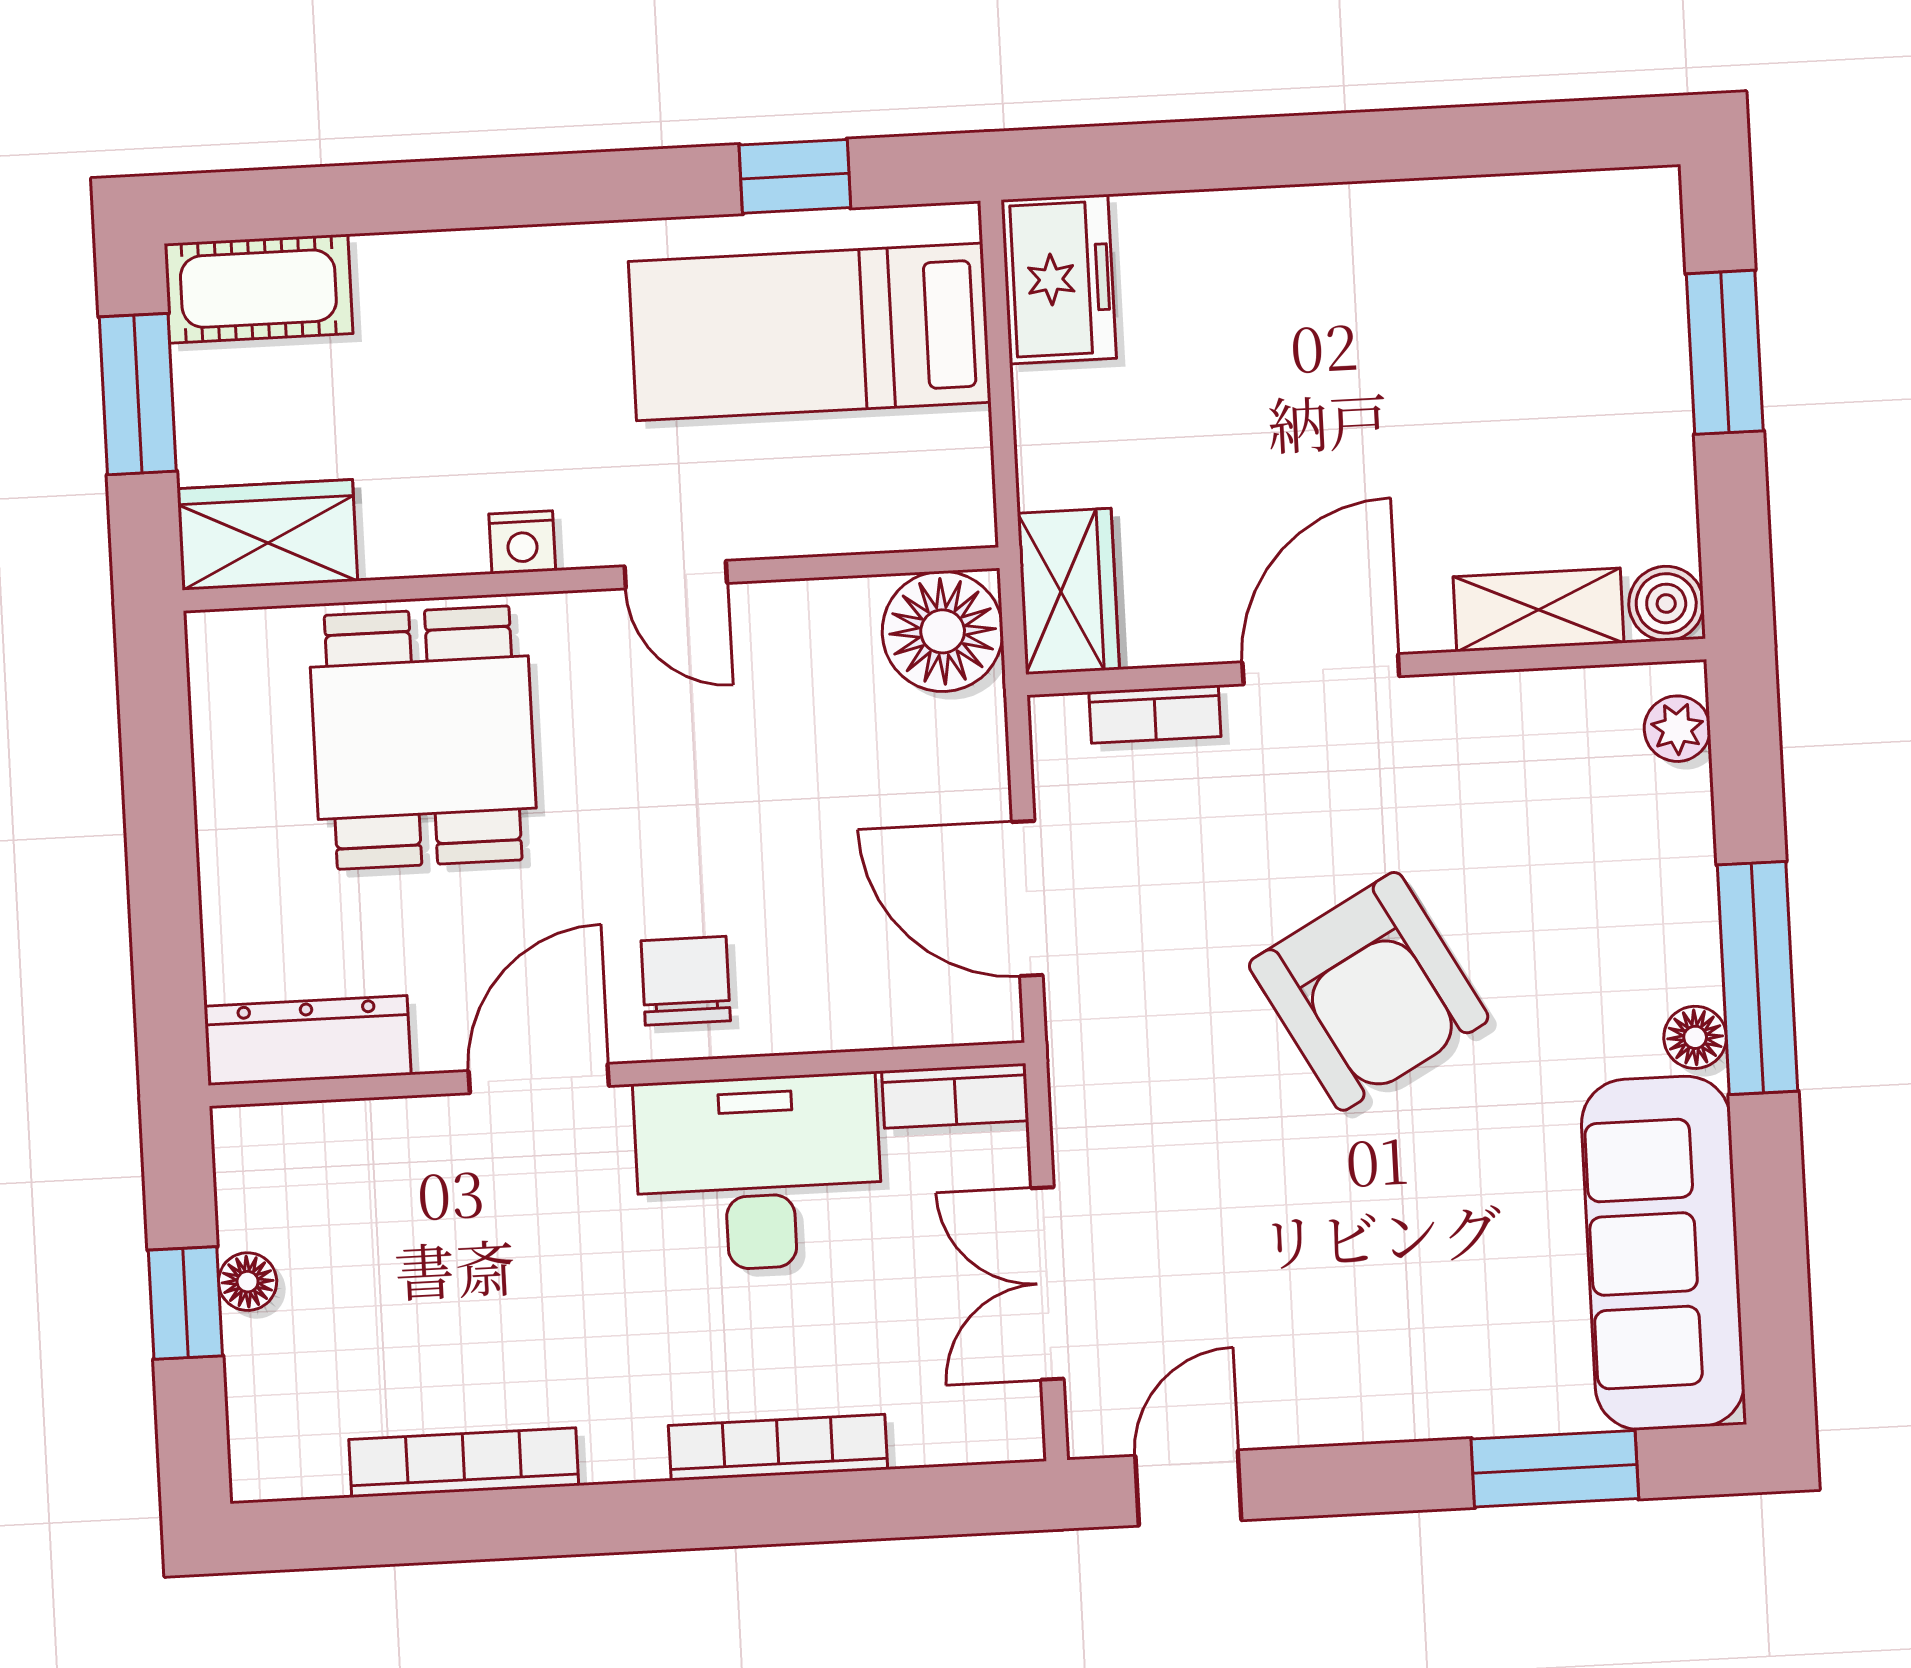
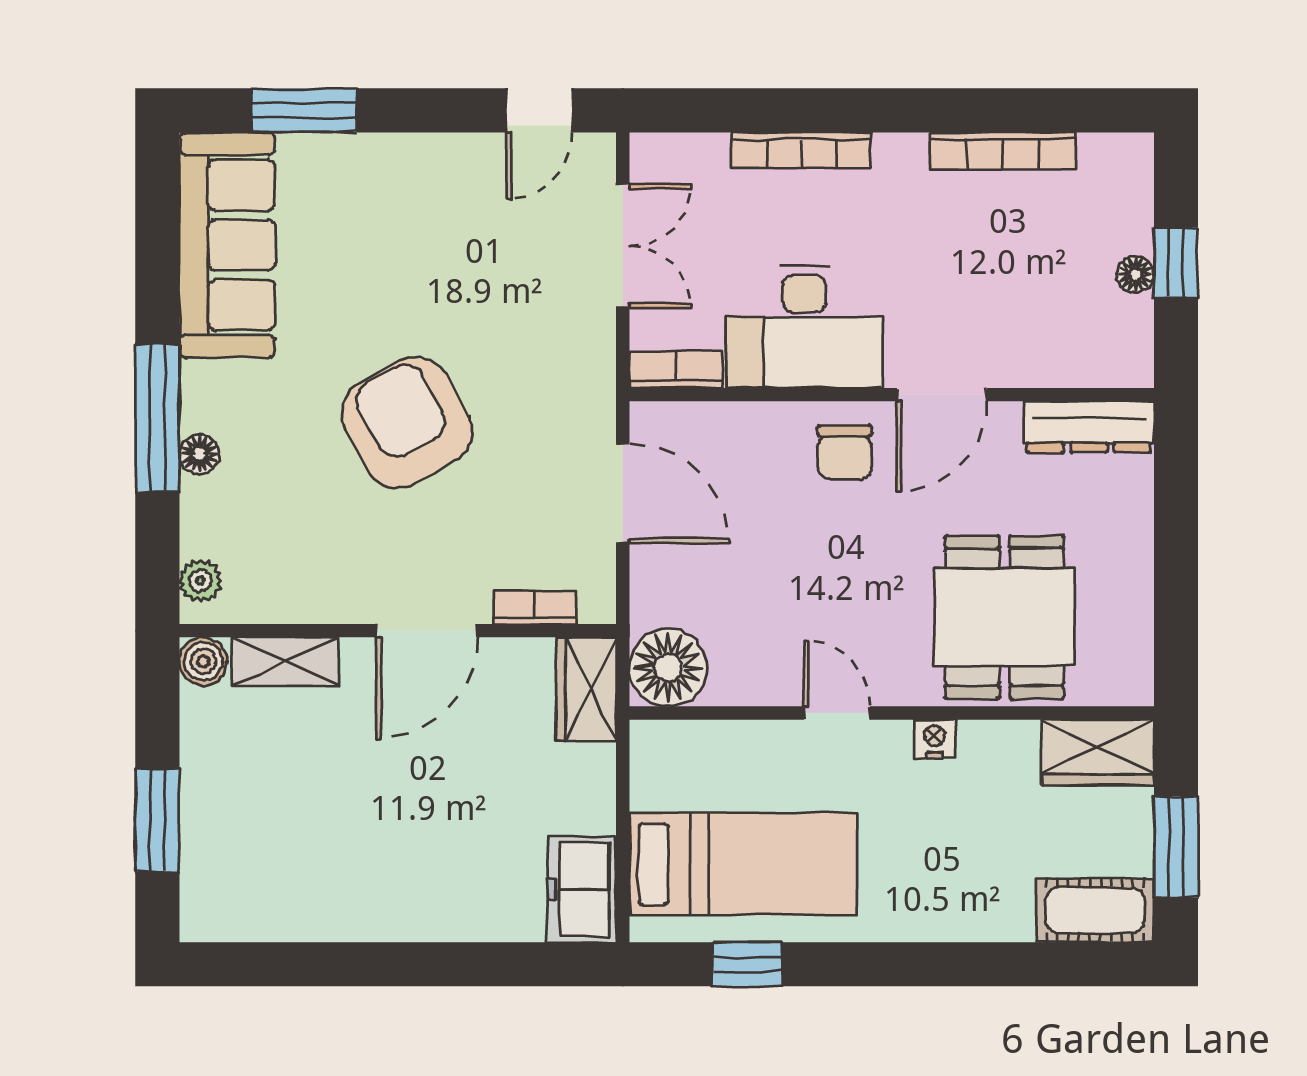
floor lamp: (1695, 1037) -> (199, 454), moved

